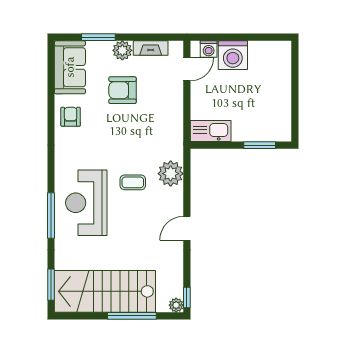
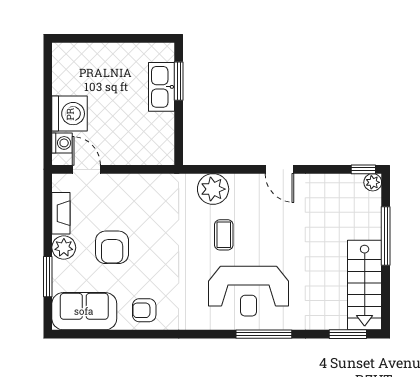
kitchen sink: (211, 131) -> (162, 87), moved
stairs: (105, 291) -> (365, 285), width x0.73, depth x0.66

